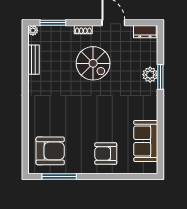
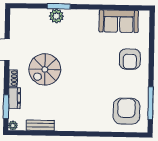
dresser: (145, 32) -> (15, 98), moved
spiral stairs: (93, 63) -> (45, 69), turned 180

